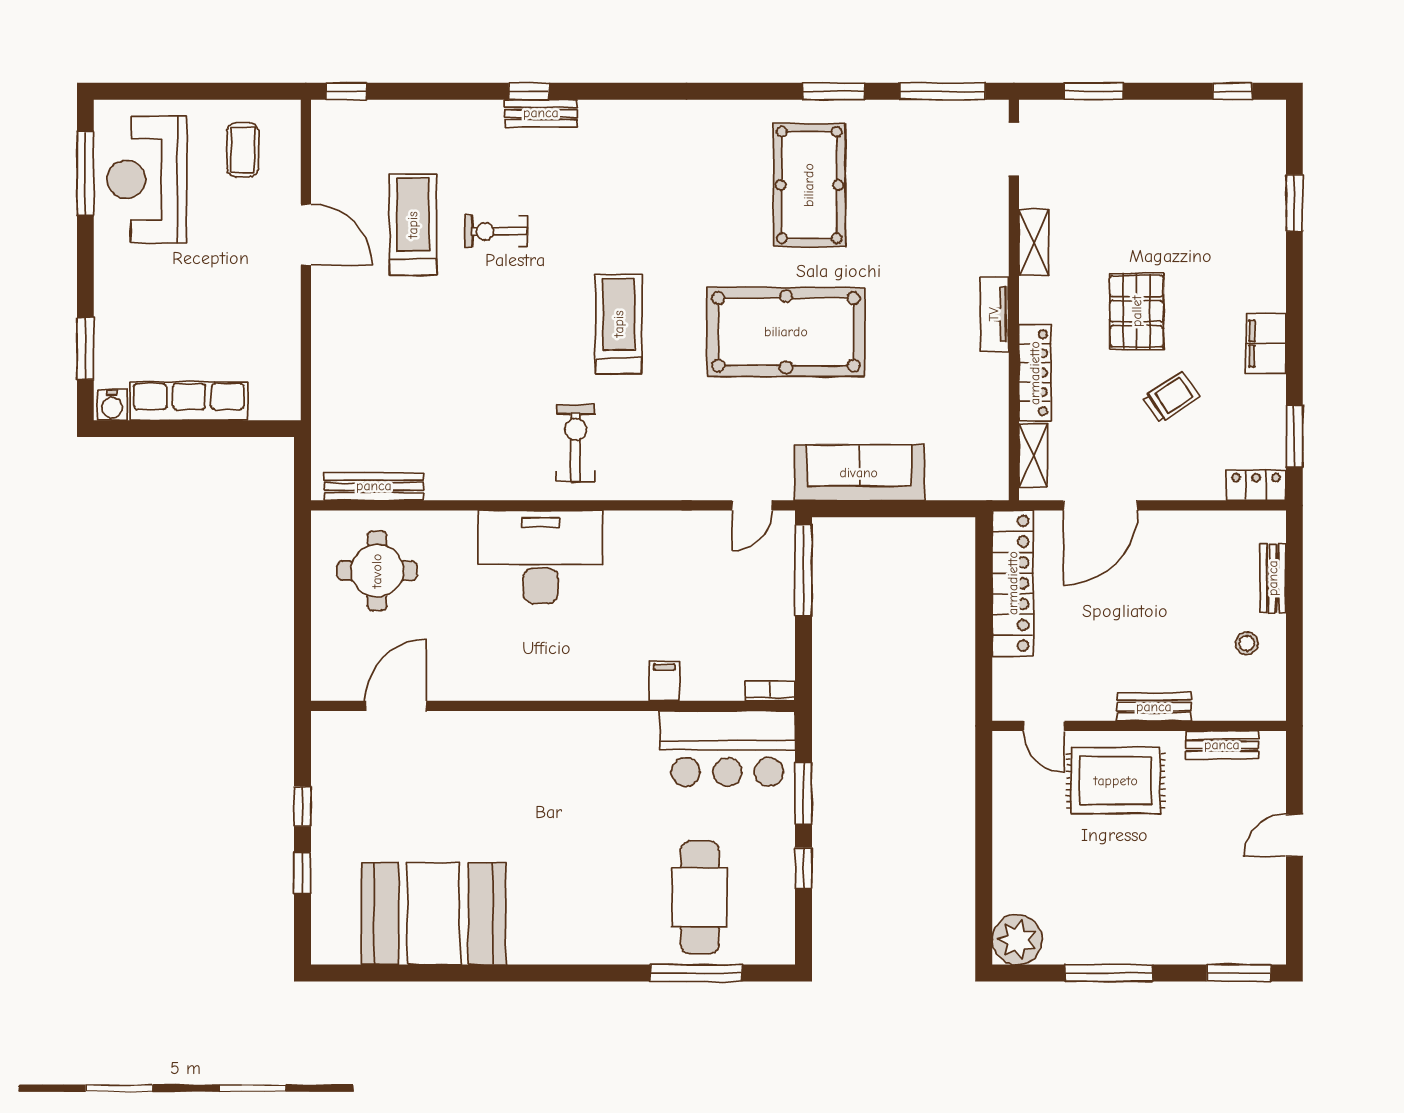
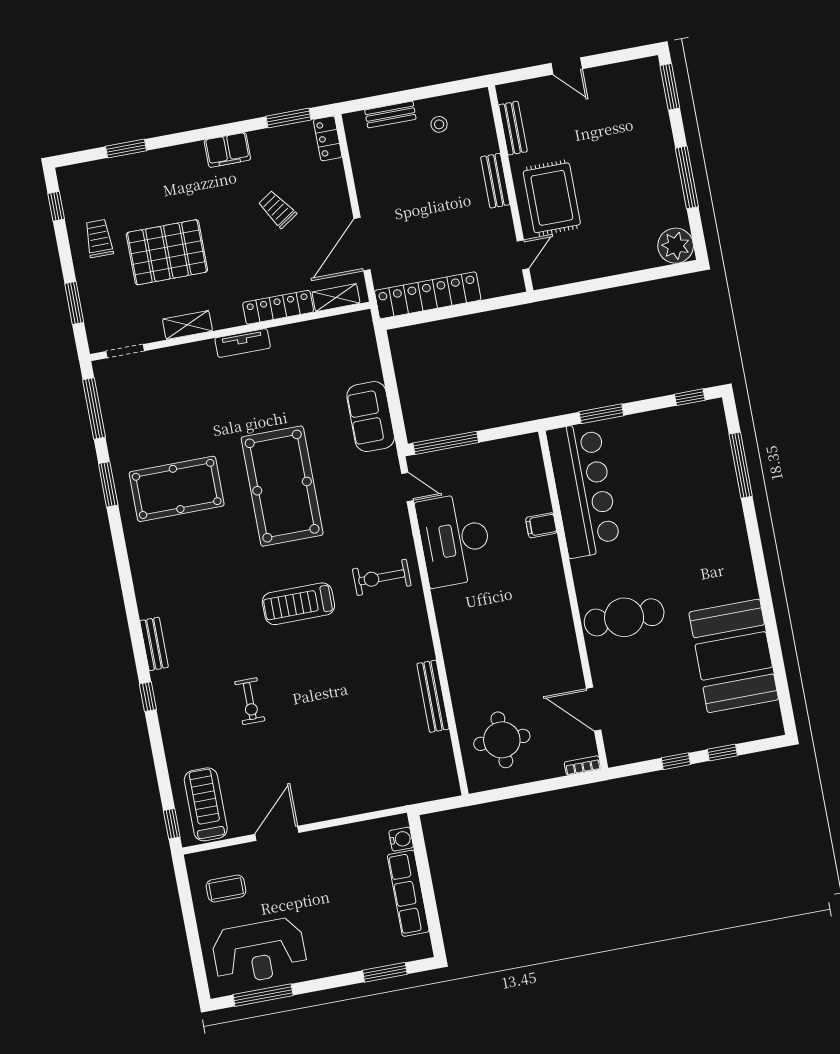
bench: (541, 113) -> (154, 644), moved
trolley: (1177, 142) -> (99, 238), added
treadmill: (413, 225) -> (206, 804), moved, turned 90
pallet: (1137, 311) -> (167, 252), moved, width x1.37, depth x1.41
water cooler: (112, 405) -> (401, 839), moved
exercise bike: (576, 443) -> (382, 577), moved
sofa: (859, 473) -> (371, 417), width x0.73
bench: (374, 486) -> (433, 696), moved
door: (1101, 505) -> (362, 244), swing flipped
desk: (540, 557) -> (455, 540), moved
bookcase: (770, 691) -> (583, 765), moved, turned 90
bar counter: (727, 749) -> (583, 490), width x1.36
window: (803, 868) -> (690, 397), moved
cafe table: (700, 897) -> (624, 617), moved

